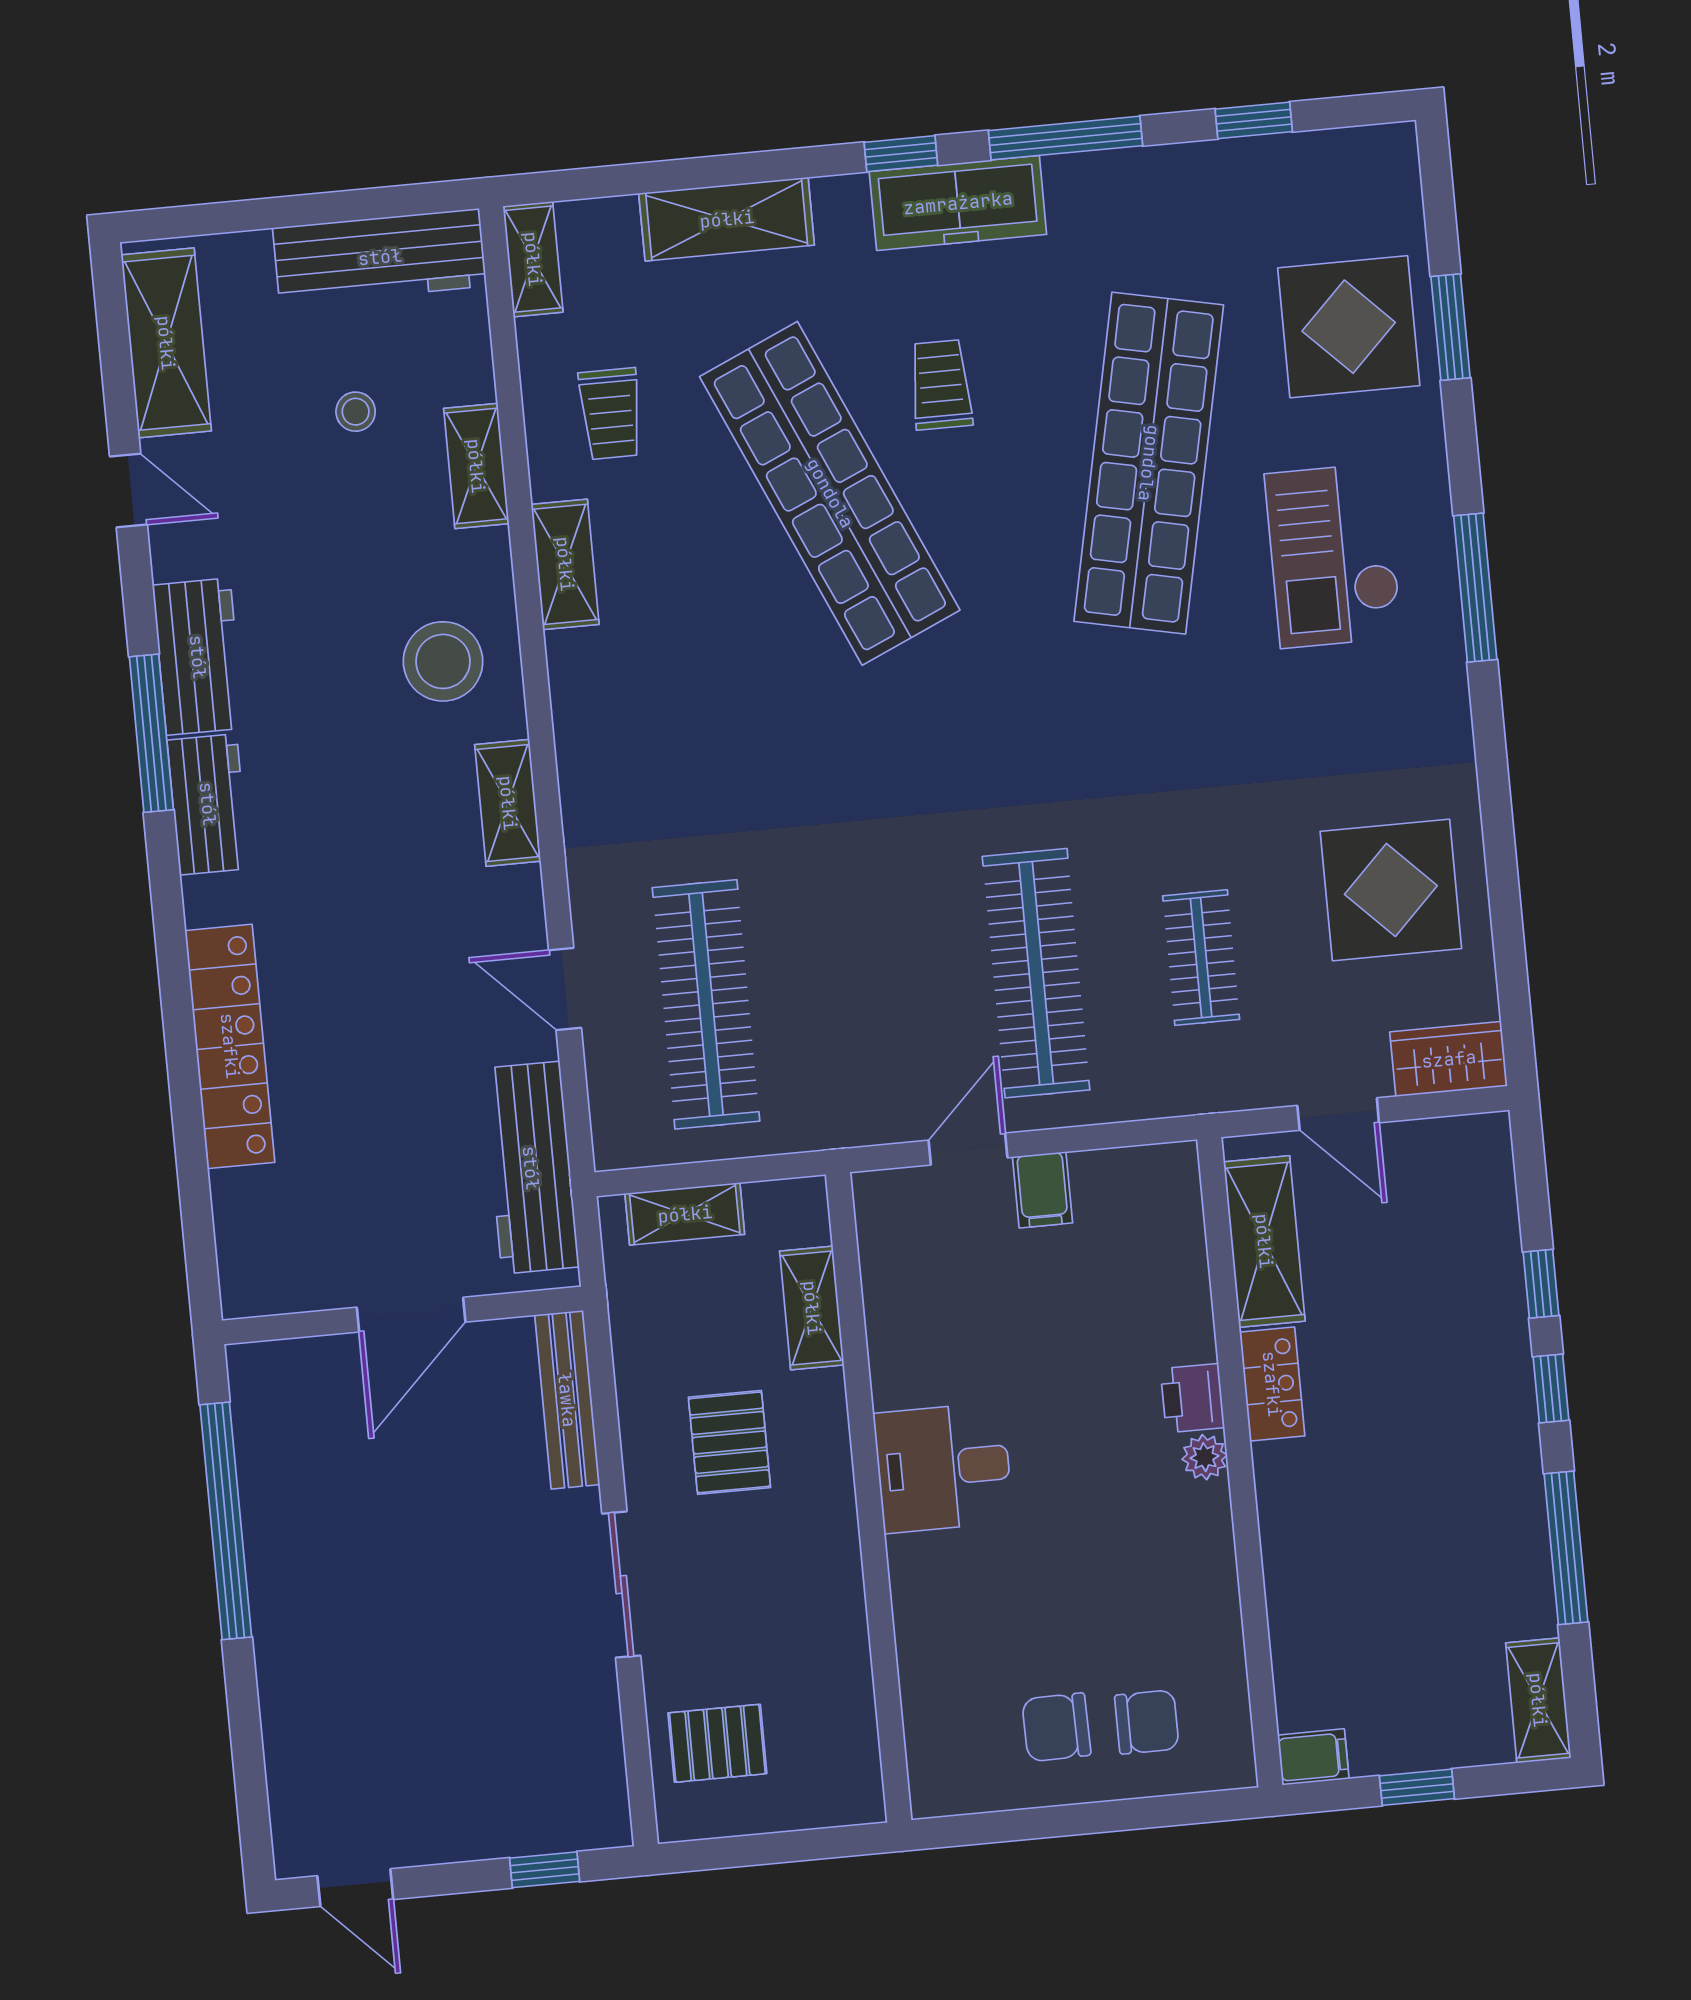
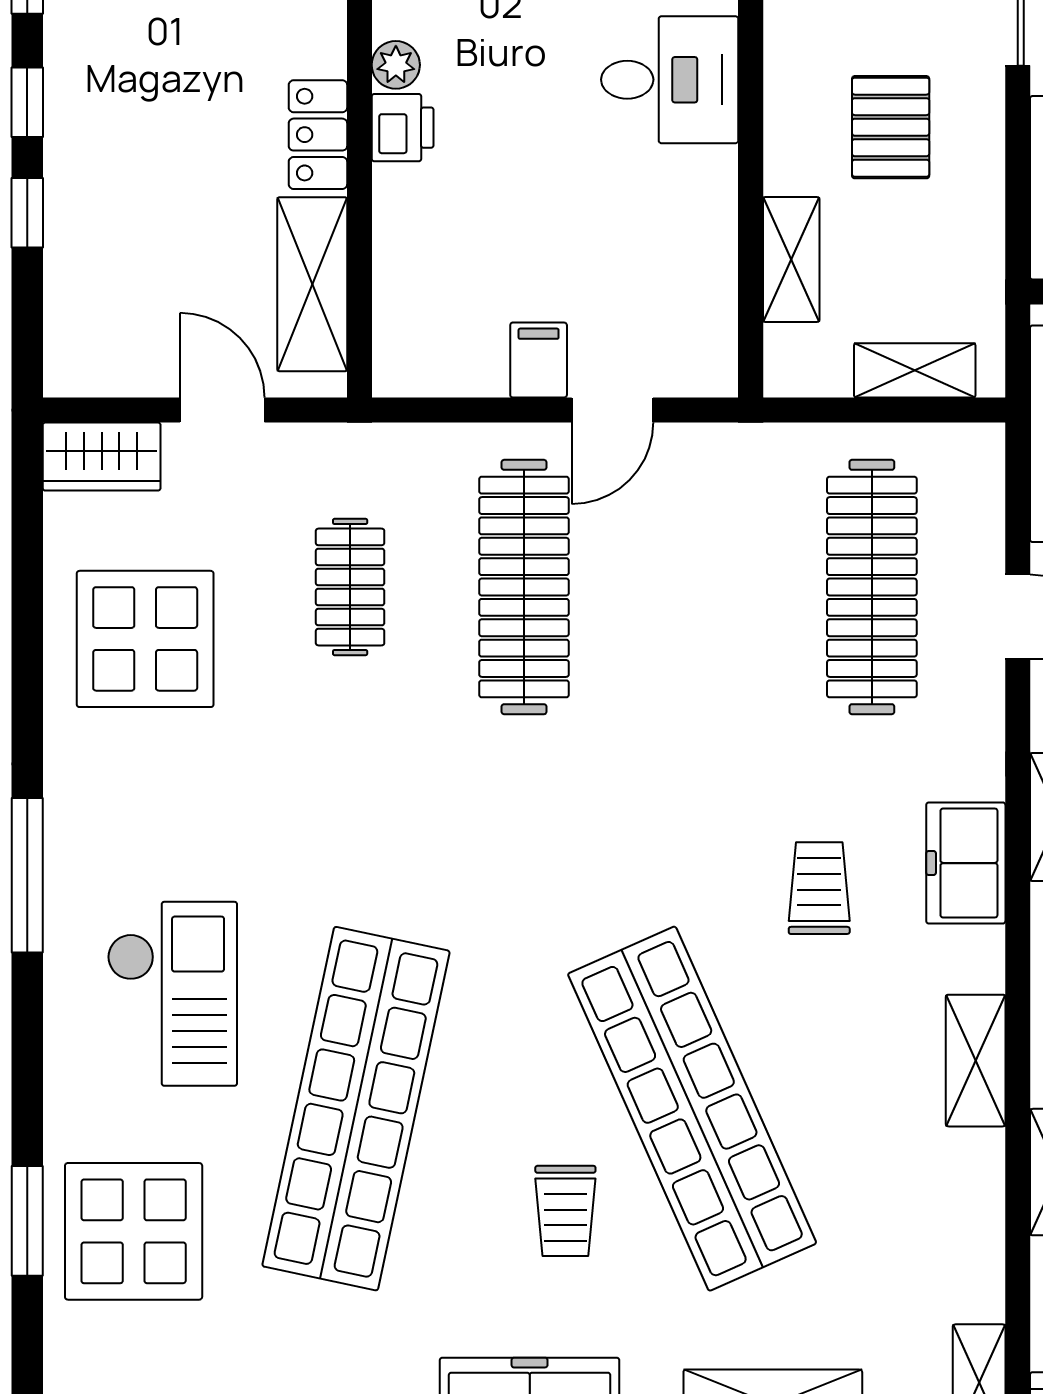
trolley: (611, 414) -> (819, 888), moved
window: (1475, 588) -> (27, 875), moved
freezer: (592, 751) -> (966, 863), added

